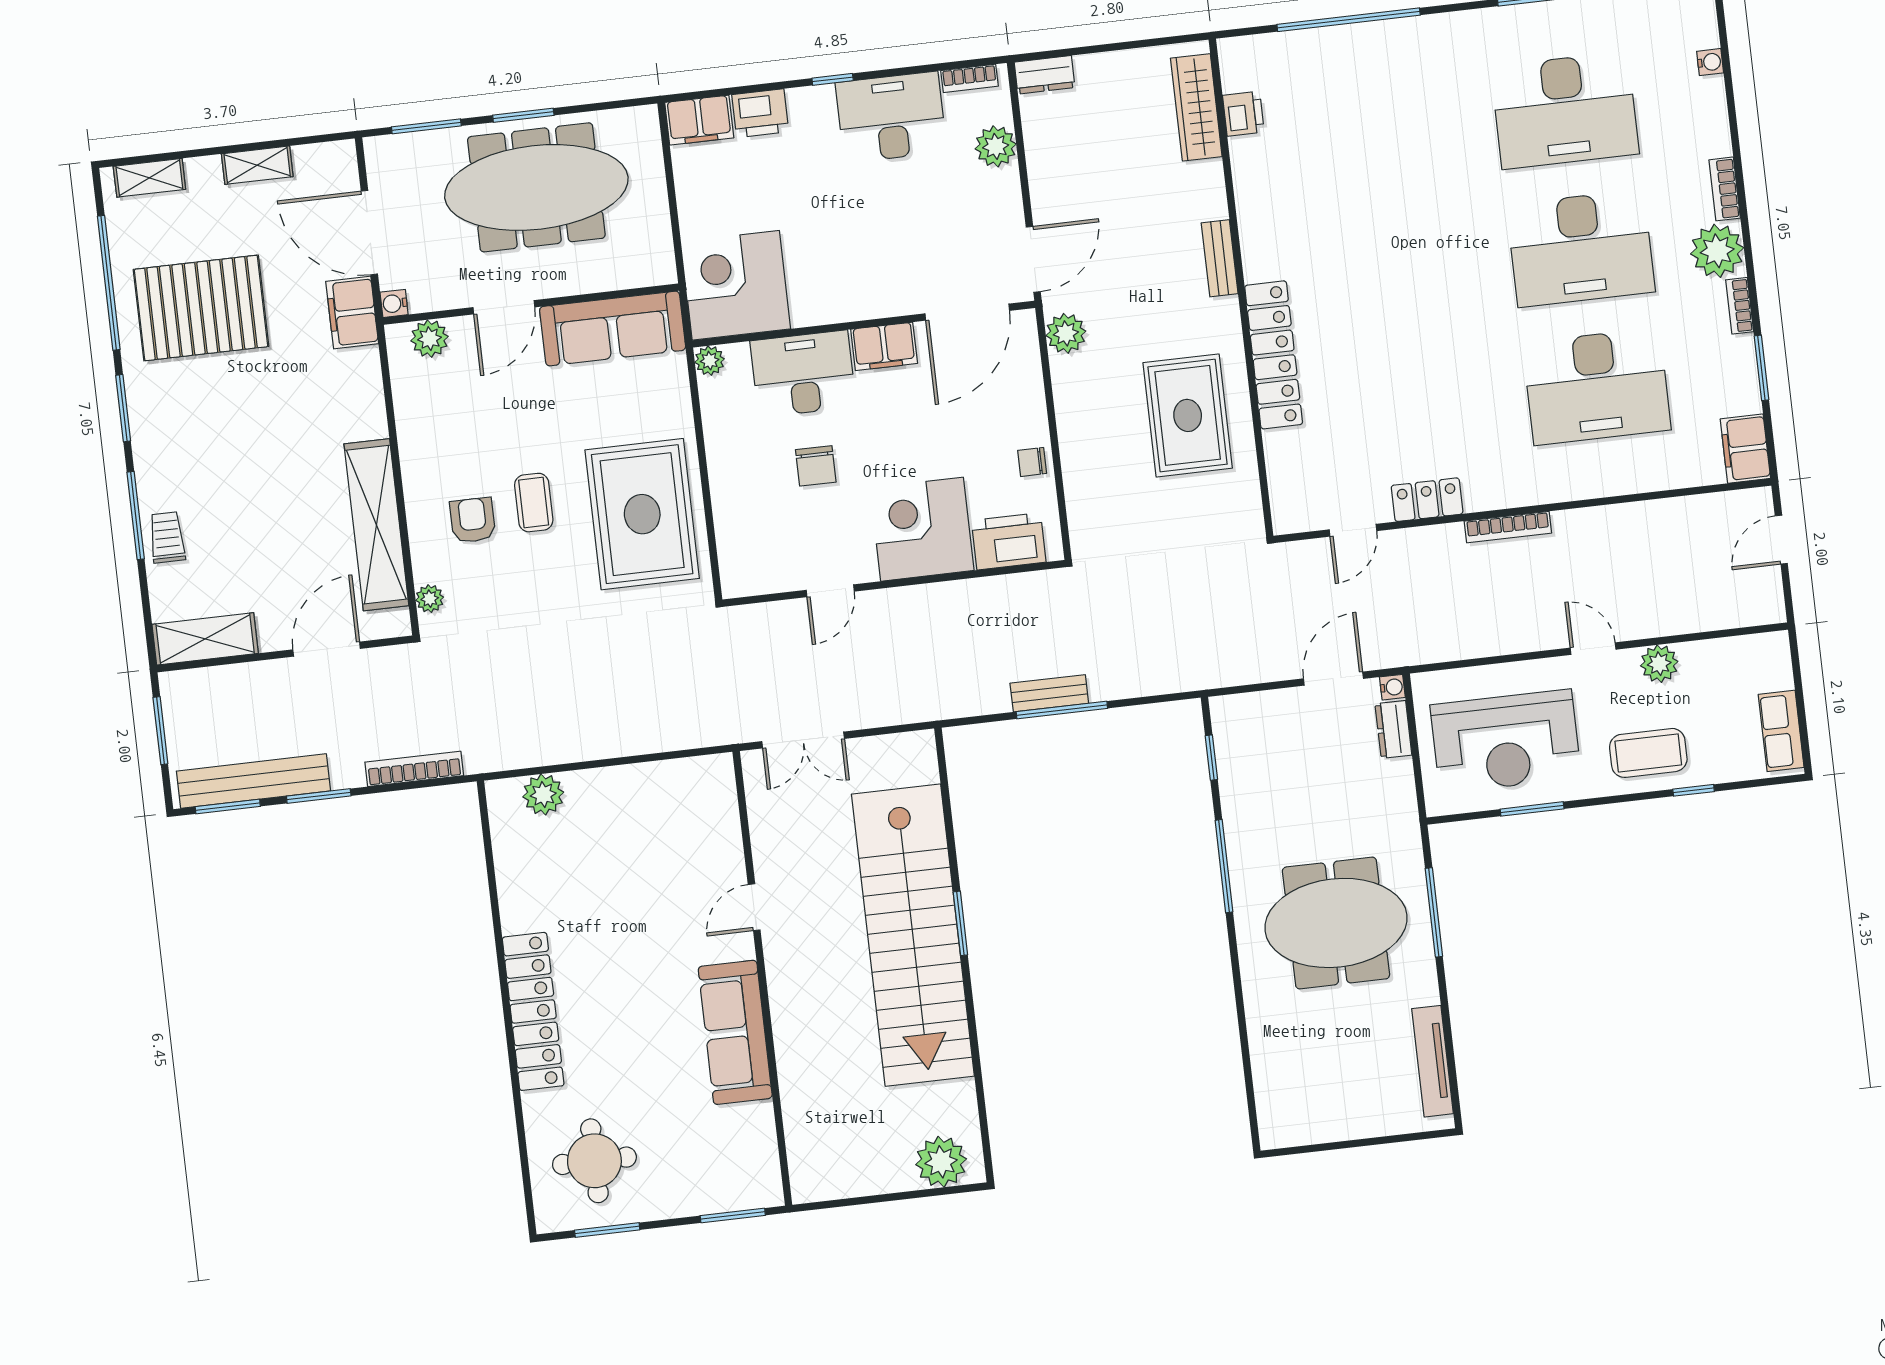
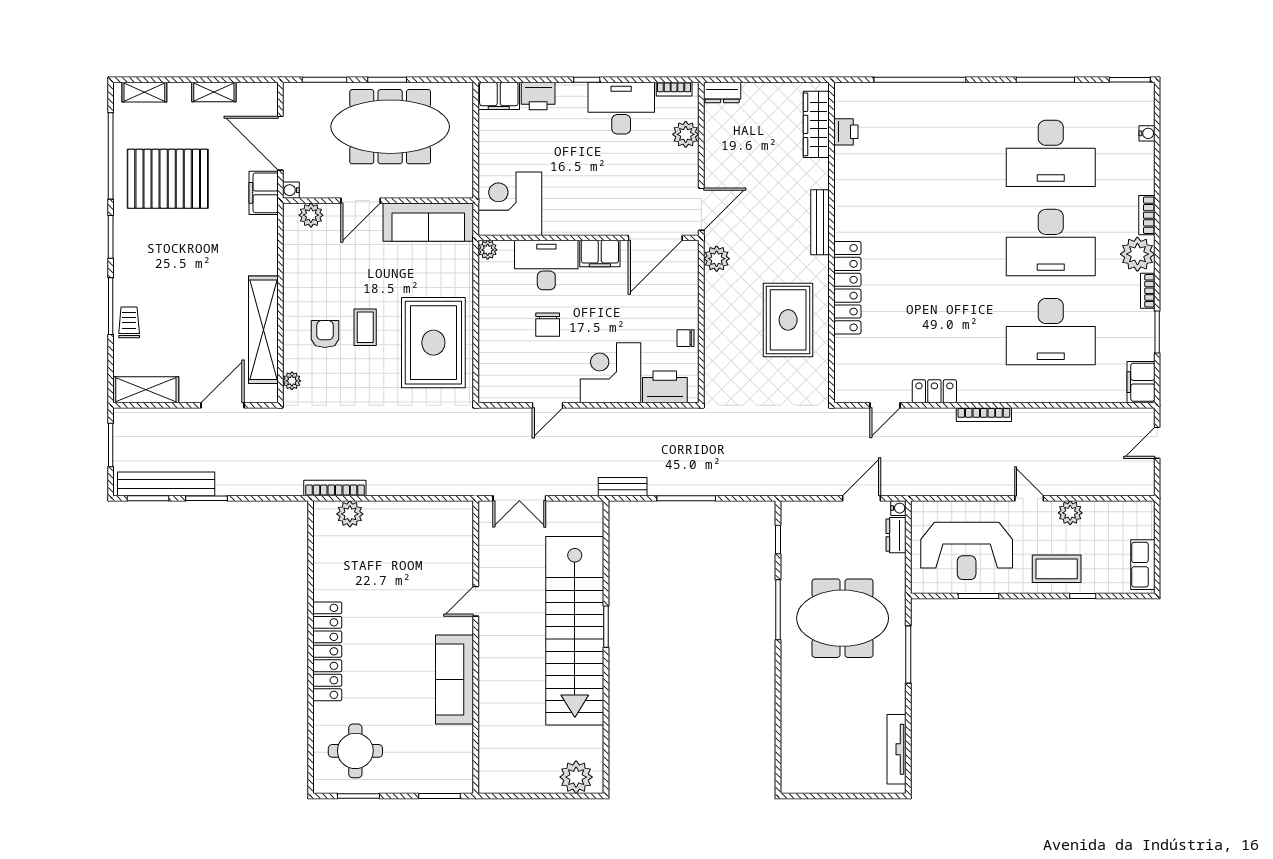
bench: (1220, 258) -> (820, 222), width x1.36
bench: (1049, 693) -> (623, 487), moved
bookcase: (414, 769) -> (335, 488), moved
meeting table: (1336, 923) -> (843, 618), moved

